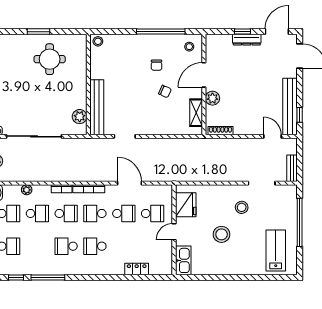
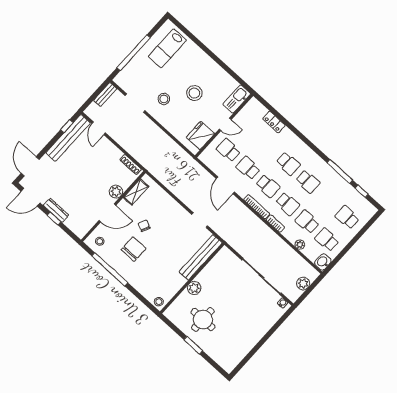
chair: (156, 65) -> (134, 249), width x1.87, depth x1.87
plant: (80, 117) -> (194, 288), moved
school desk: (66, 213) -> (287, 204), turned 180

